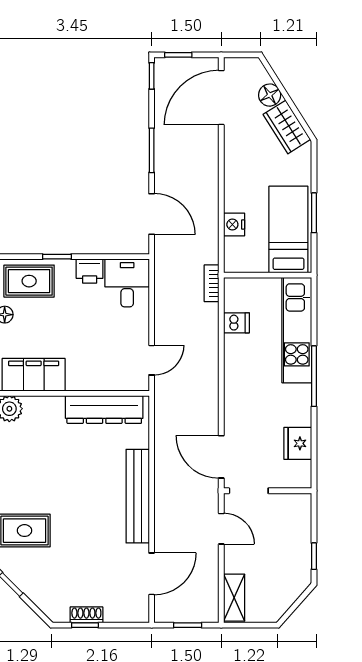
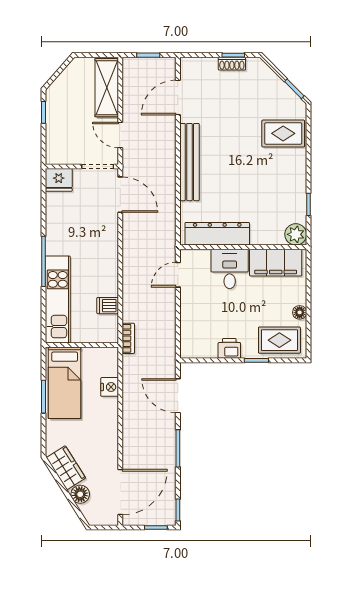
desk: (127, 283) -> (230, 269), moved, turned 180
fridge: (298, 443) -> (59, 180), moved, turned 90
shelving: (234, 598) -> (107, 88), width x1.50, depth x1.33

